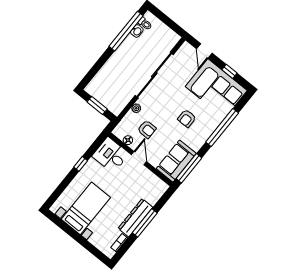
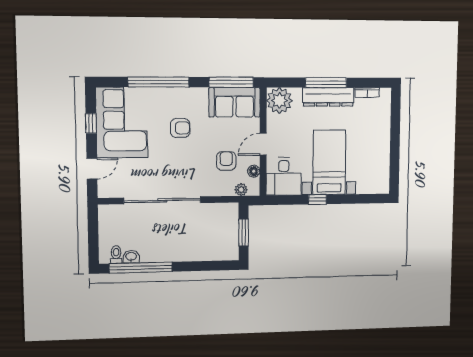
plant: (136, 108) -> (241, 190), moved
plant: (156, 188) -> (279, 101), added
bed with nightstands: (86, 208) -> (329, 162), moved, turned 90

